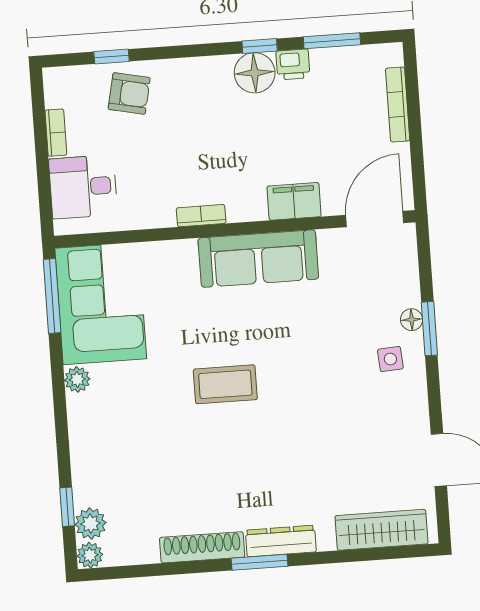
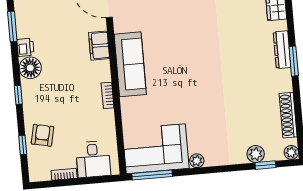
window: (260, 46) -> (18, 95), moved
coffee table: (225, 384) -> (198, 81), removed
plant: (90, 524) -> (256, 154), moved
shoe rack: (202, 547) -> (288, 115), moved

